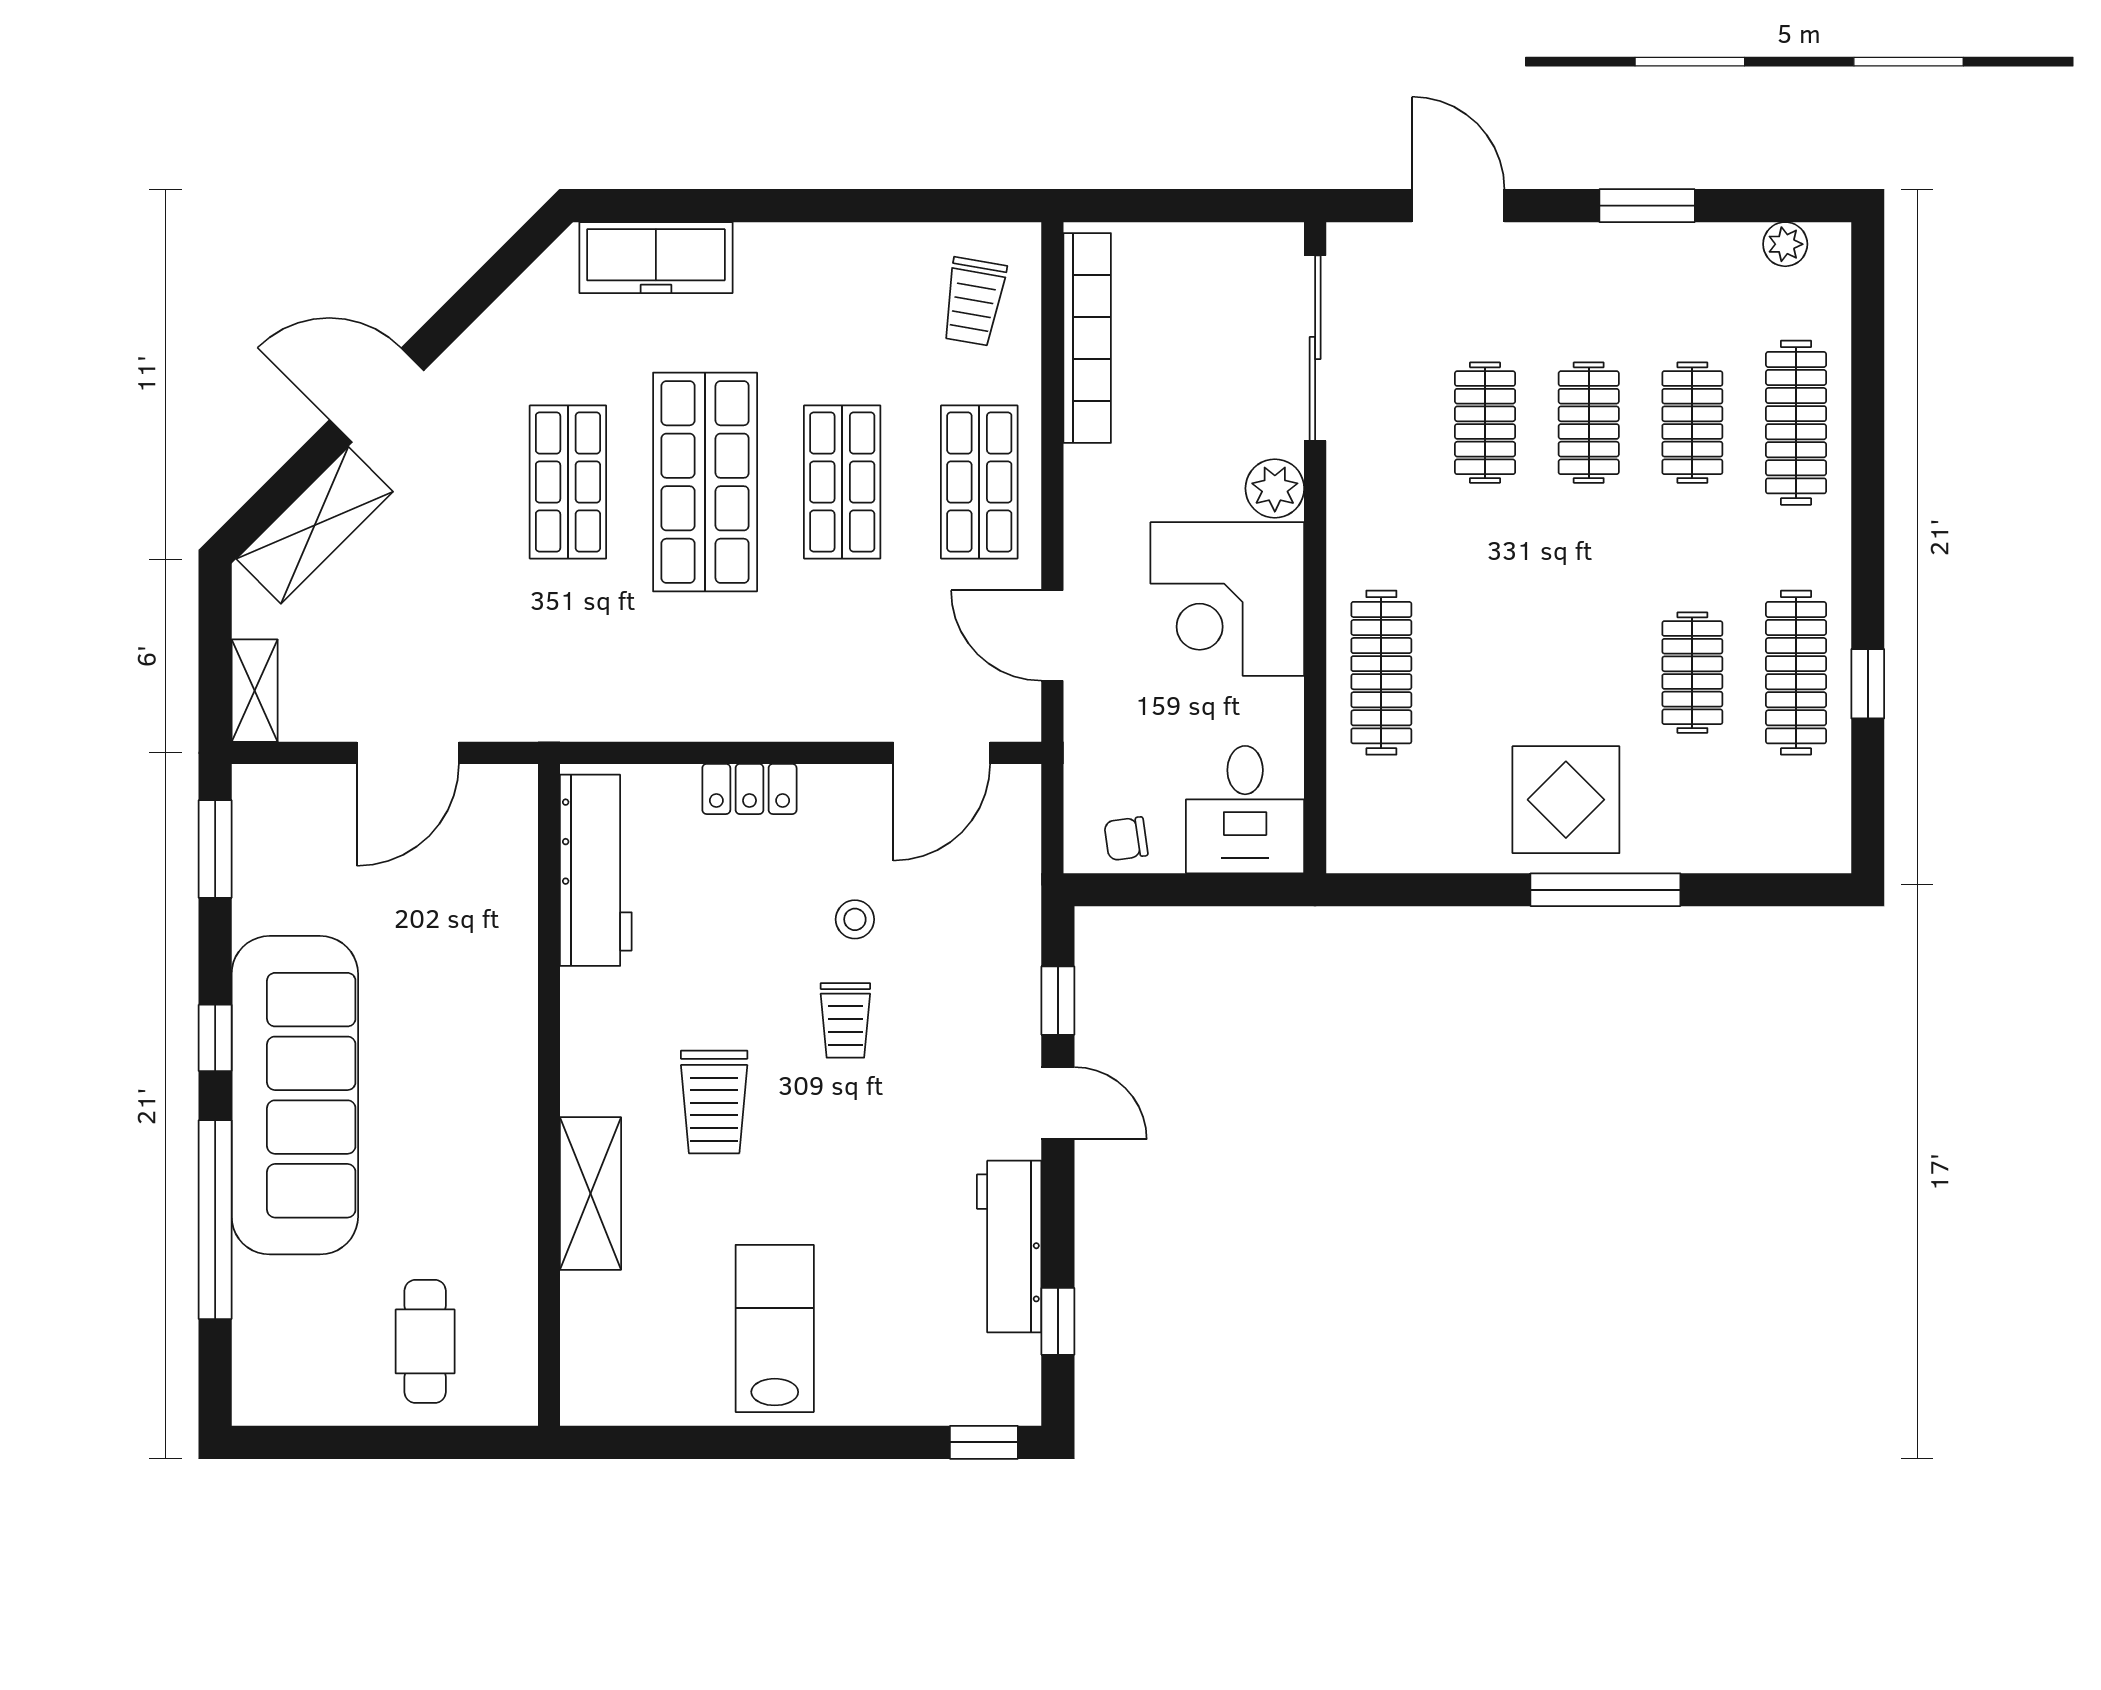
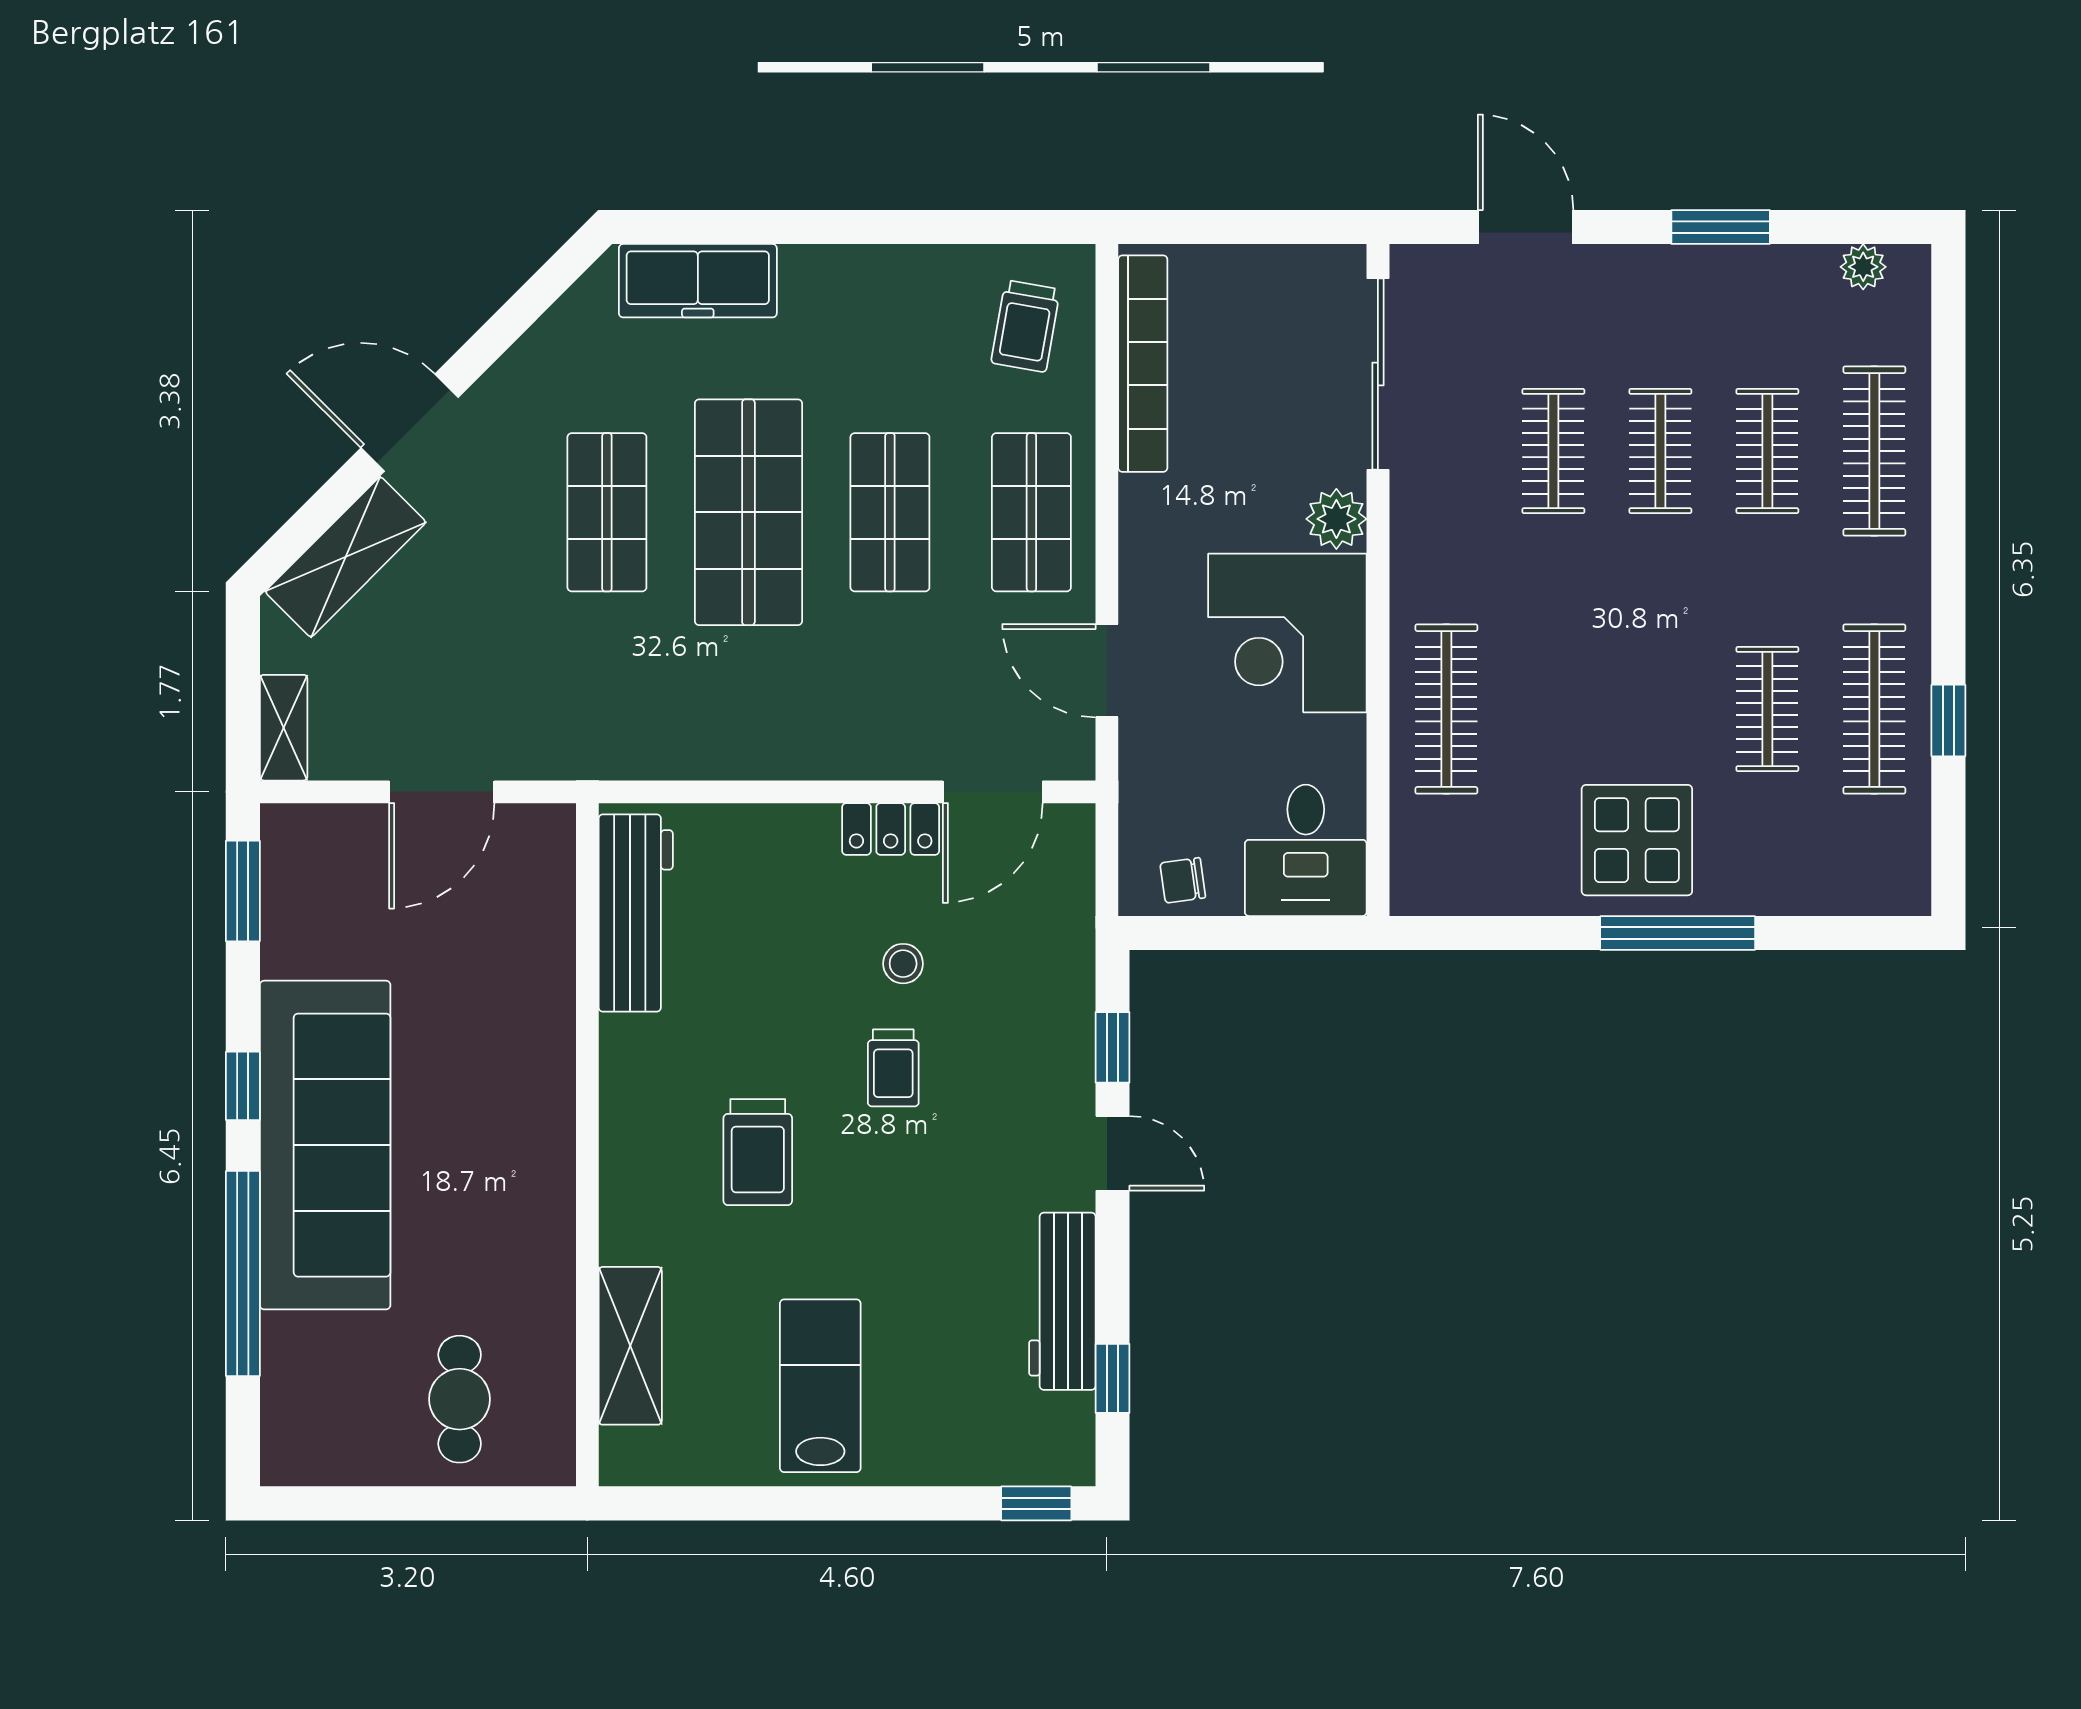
locker: (749, 789) -> (891, 829), moved
shelving: (590, 1193) -> (630, 1346), moved

